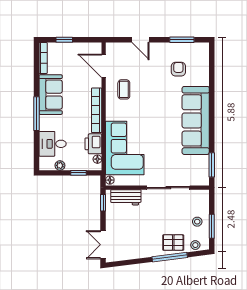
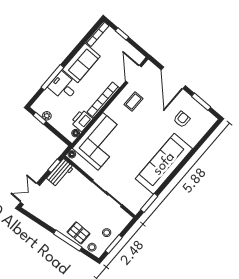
door: (140, 40) -> (173, 78), width x1.87
window: (36, 114) -> (52, 77), moved
desk: (53, 144) -> (63, 86), moved
window: (78, 173) -> (40, 118), moved
workbench: (126, 197) -> (60, 173), moved, turned -90

